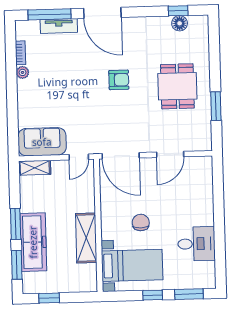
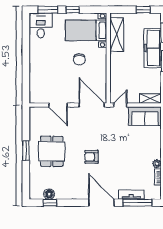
window: (216, 106) -> (26, 151), moved
door: (170, 154) -> (58, 105), swing flipped
shelving: (86, 238) -> (117, 34), moved
desk: (197, 244) -> (41, 25), moved, turned 90

